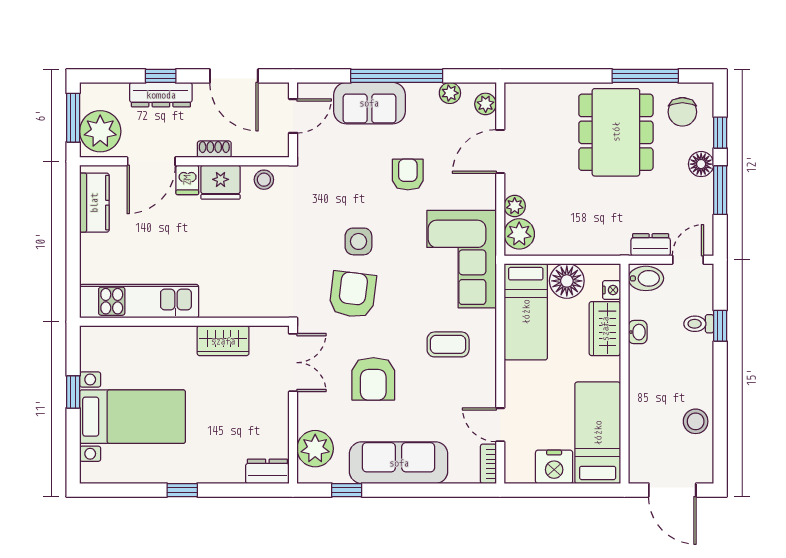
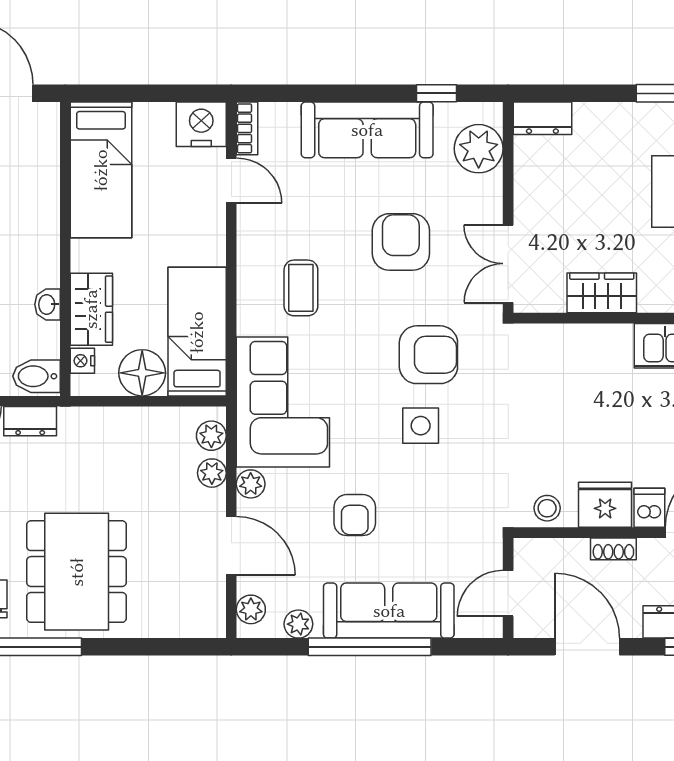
sofa: (369, 103) -> (389, 611), width x1.36
door: (500, 152) -> (231, 546), hinge flipped
plant: (486, 198) -> (251, 484), added
plant: (519, 234) -> (211, 436), width x0.73, depth x0.73
armchair: (353, 294) -> (428, 355), turned -97
coffee table: (448, 344) -> (301, 288), turned 90
nightstand: (554, 467) -> (201, 124), moved

